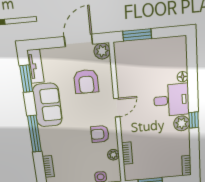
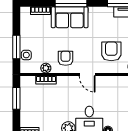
armchair: (86, 81) -> (111, 51), turned 90
sofa: (47, 105) -> (70, 17), moved

